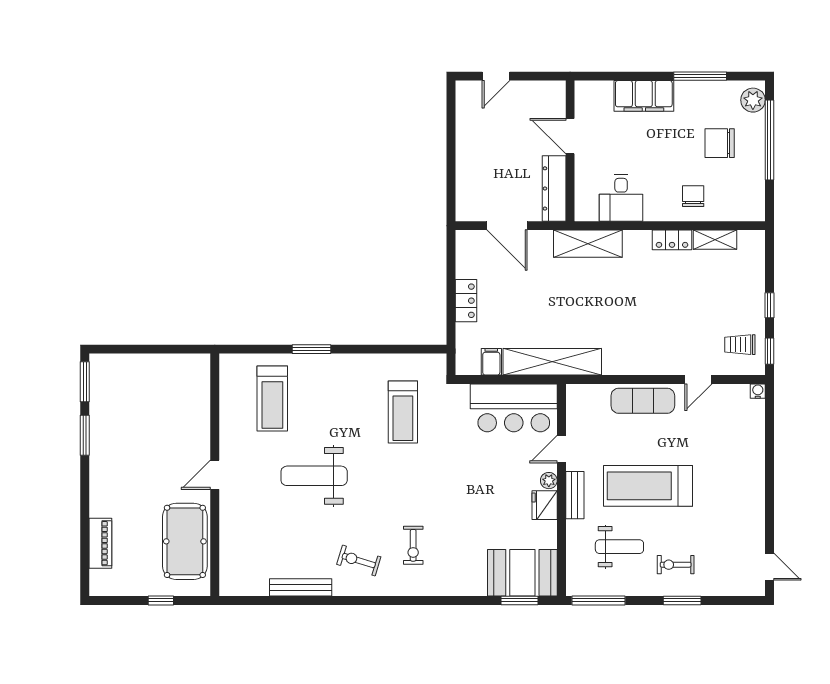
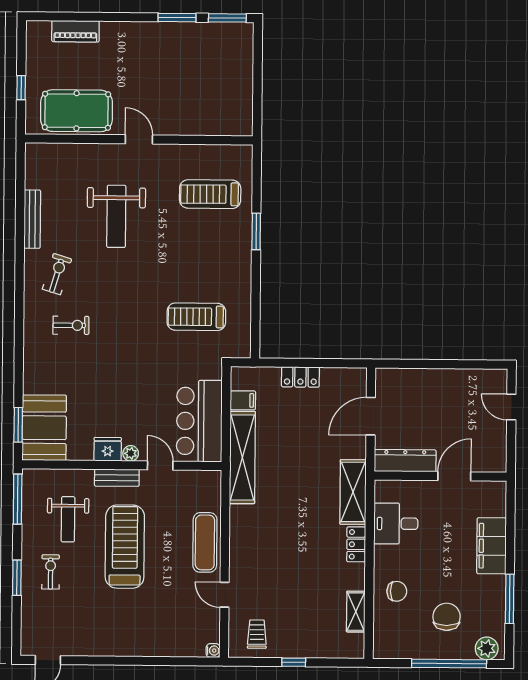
locker: (672, 240) -> (356, 544), moved
window: (769, 351) -> (250, 662), removed
weight bench: (314, 476) -> (116, 216), moved, turned 180
exercise bike: (413, 545) -> (71, 325), turned 180

